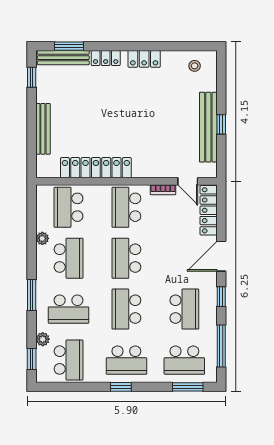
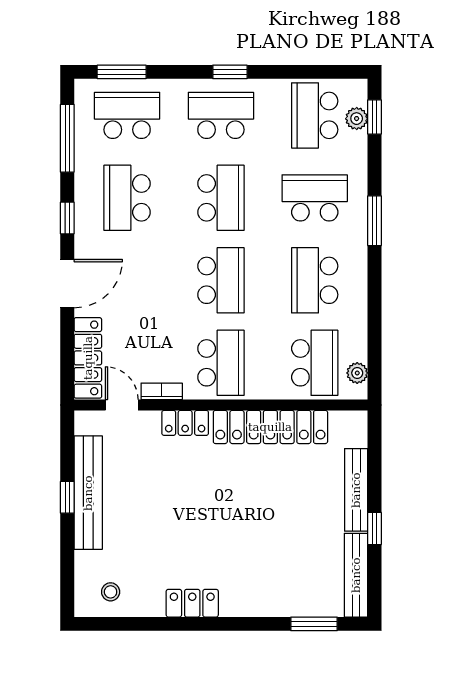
bench: (63, 58) -> (356, 575), moved, turned 90
locker: (106, 58) -> (185, 423), moved, turned 180
window: (32, 77) -> (375, 528), moved
plant: (42, 238) -> (357, 373), moved
plant: (43, 339) -> (357, 119), moved

